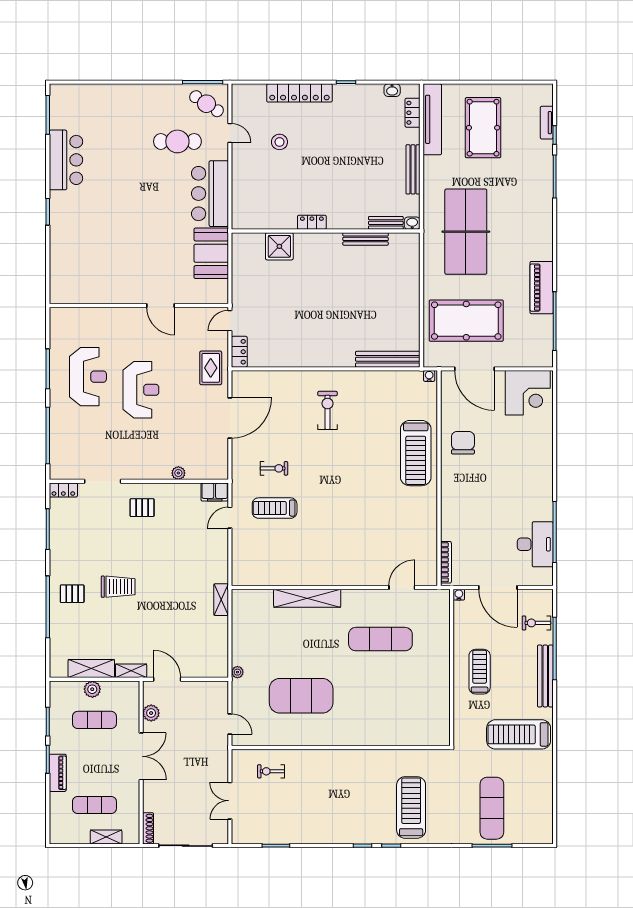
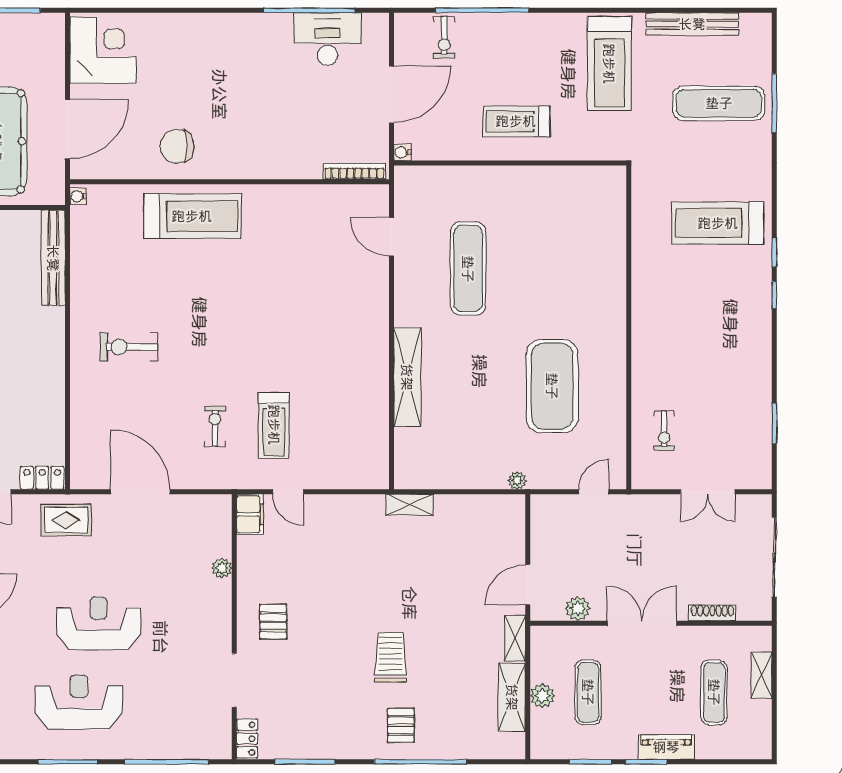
bench: (545, 676) -> (692, 24), moved
shoe rack: (148, 828) -> (712, 613), moved

